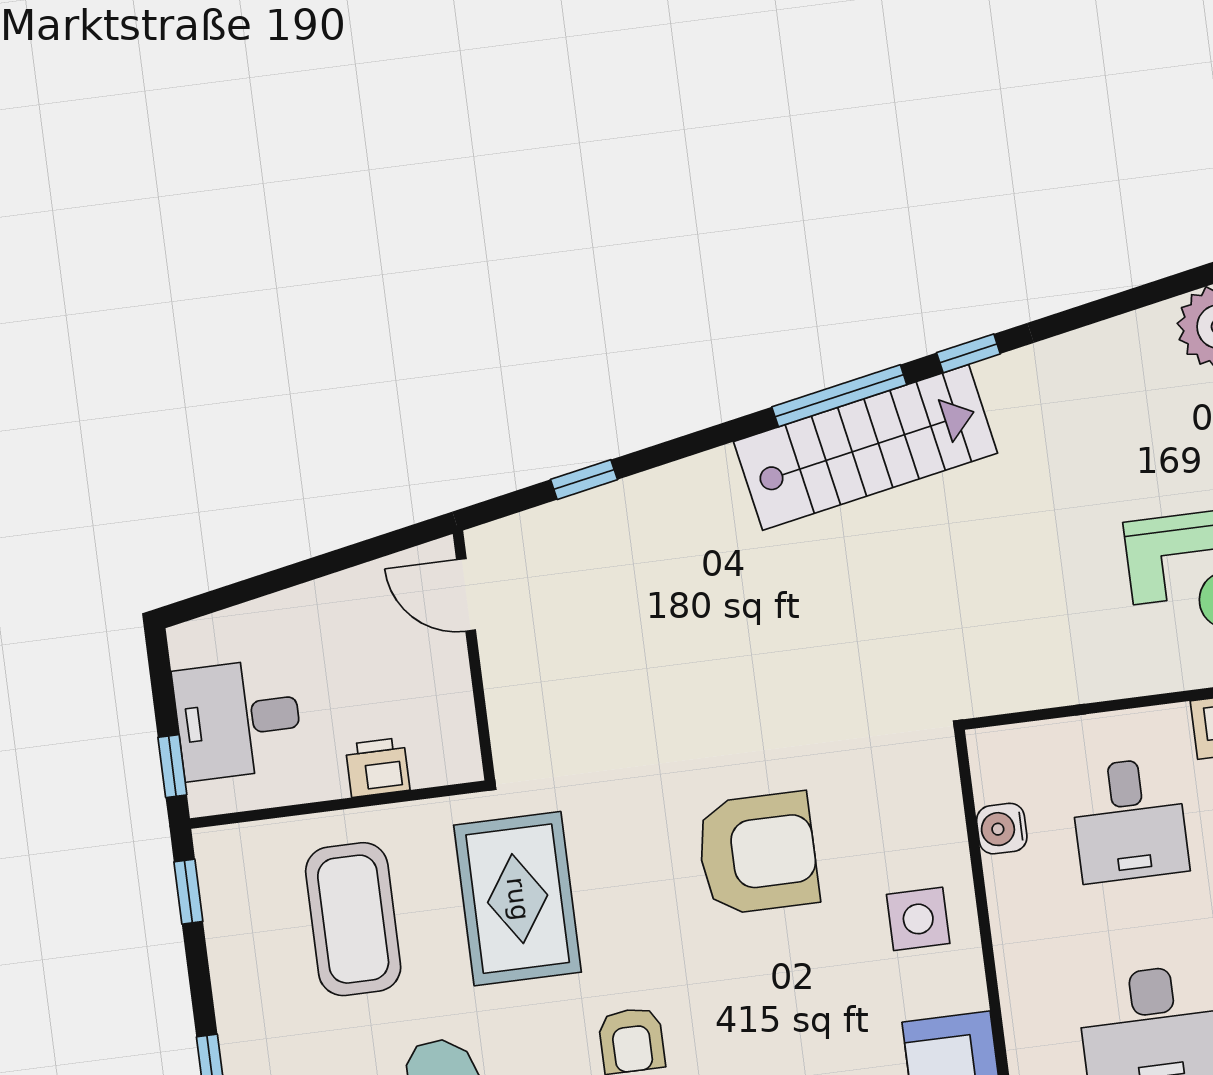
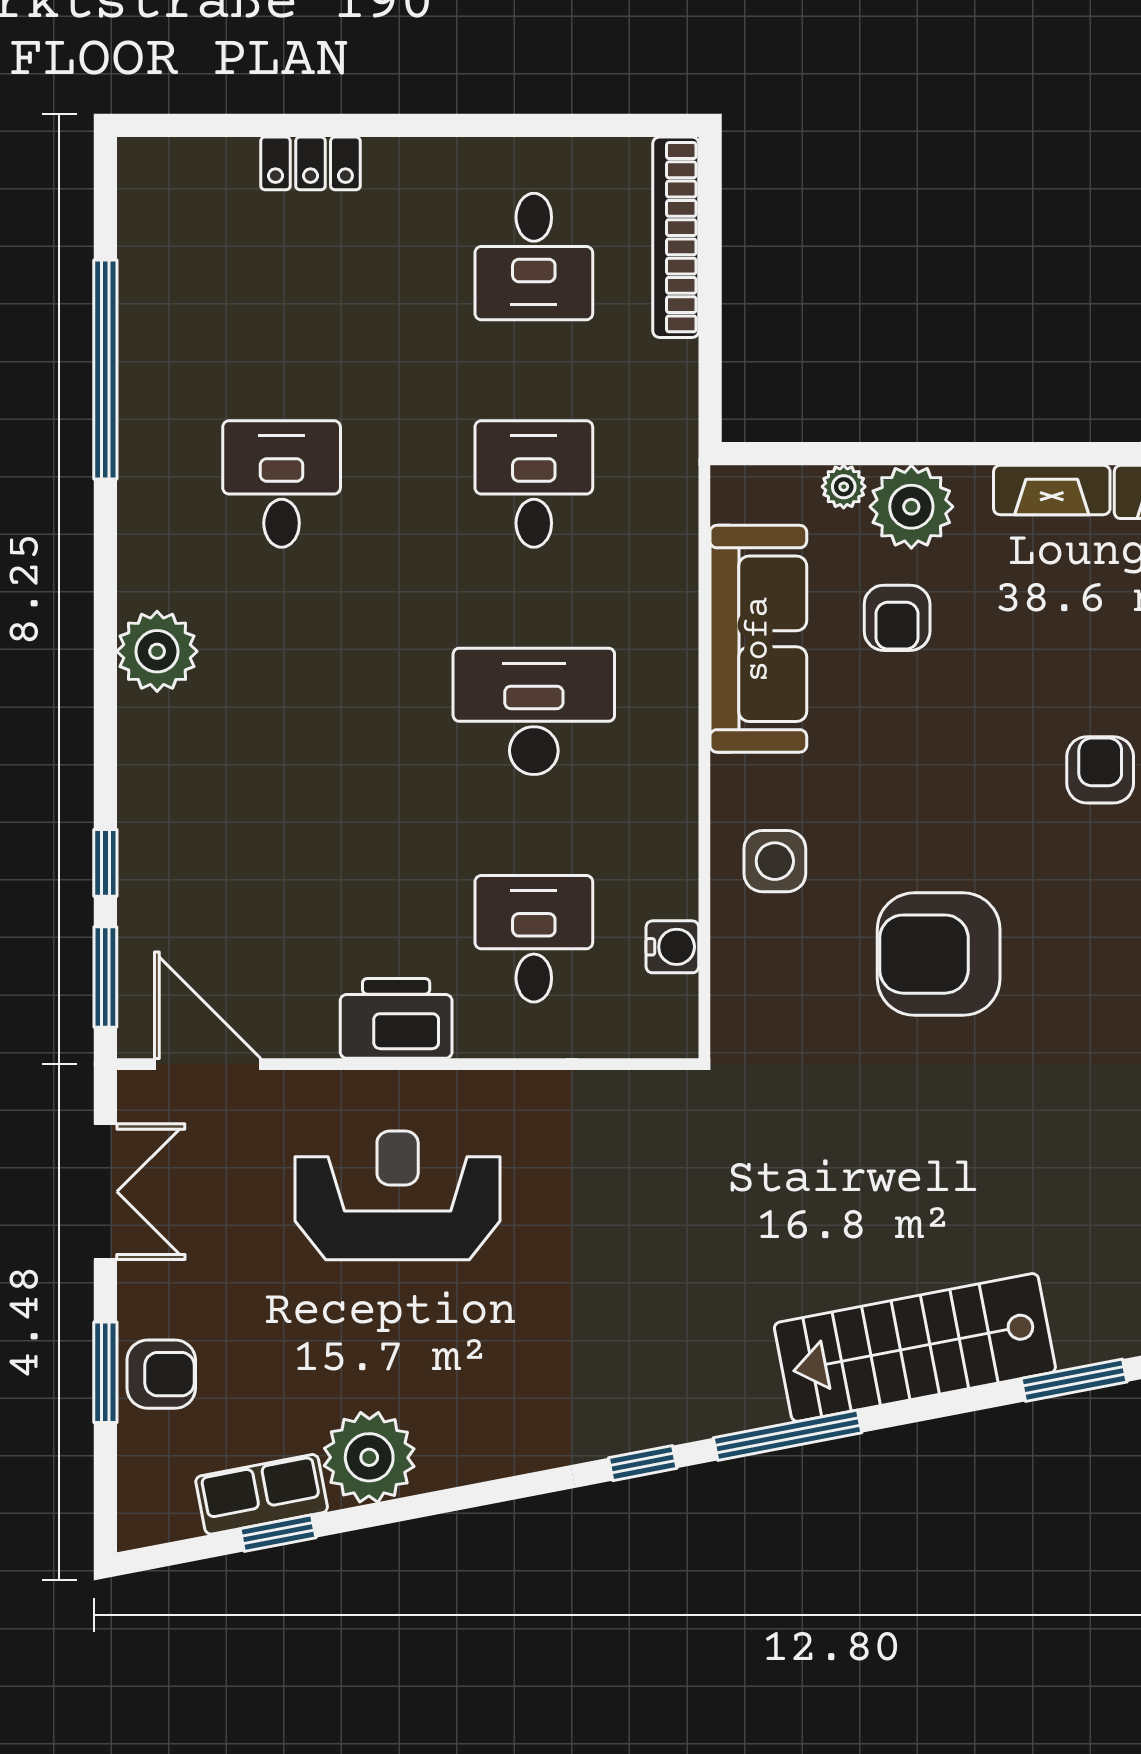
stairs: (866, 447) -> (915, 1347), moved
window: (584, 480) -> (1074, 1380), width x1.50

